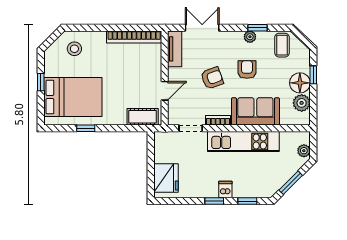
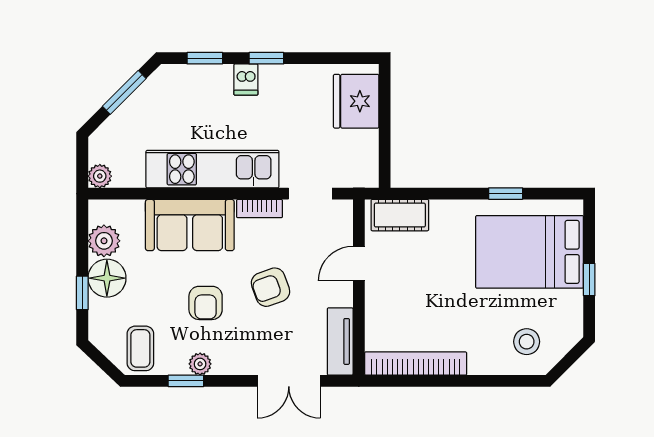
plant: (304, 151) -> (100, 176), moved

